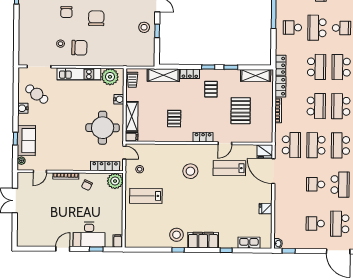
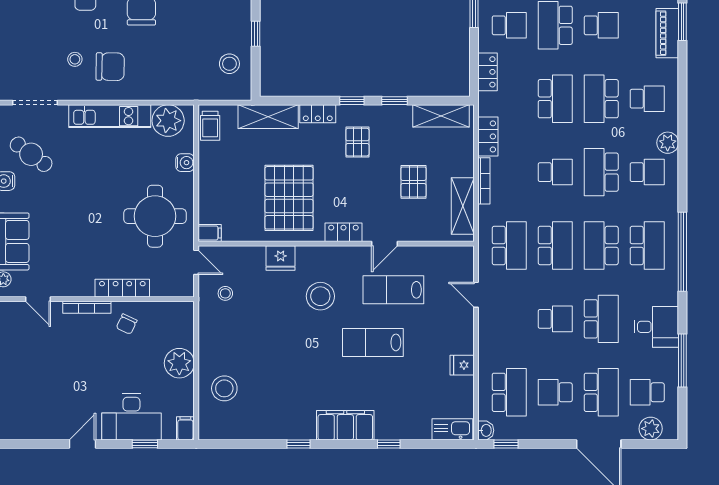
stool: (144, 27) -> (229, 64), moved
school desk: (292, 28) -> (509, 25), turned 180
locker: (281, 65) -> (488, 72), moved
school desk: (316, 106) -> (555, 172), width x0.54
pallet: (241, 111) -> (413, 182), width x0.67, depth x0.71
shelving: (132, 116) -> (463, 206), moved
pallet: (174, 119) -> (289, 198), width x2.05, depth x2.00
school desk: (316, 145) -> (555, 245), turned 180
fridge: (265, 151) -> (281, 258), moved
locker: (105, 166) -> (122, 288), moved
door: (40, 171) -> (38, 299), hinge flipped
door: (273, 171) -> (476, 295), width x0.53
plant: (115, 181) -> (179, 363), moved
school desk: (316, 184) -> (555, 319), turned 180
lab bench: (146, 196) -> (373, 342), moved
school desk: (291, 223) -> (509, 392), added
school desk: (340, 224) -> (601, 392), turned 180
stool: (177, 235) -> (224, 388), moved
kitchen sink: (249, 243) -> (452, 429), moved

